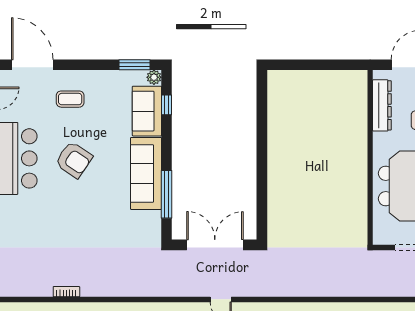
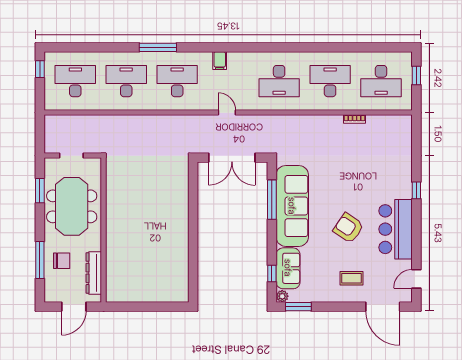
sofa: (146, 173) -> (292, 206), width x1.36, depth x1.27

